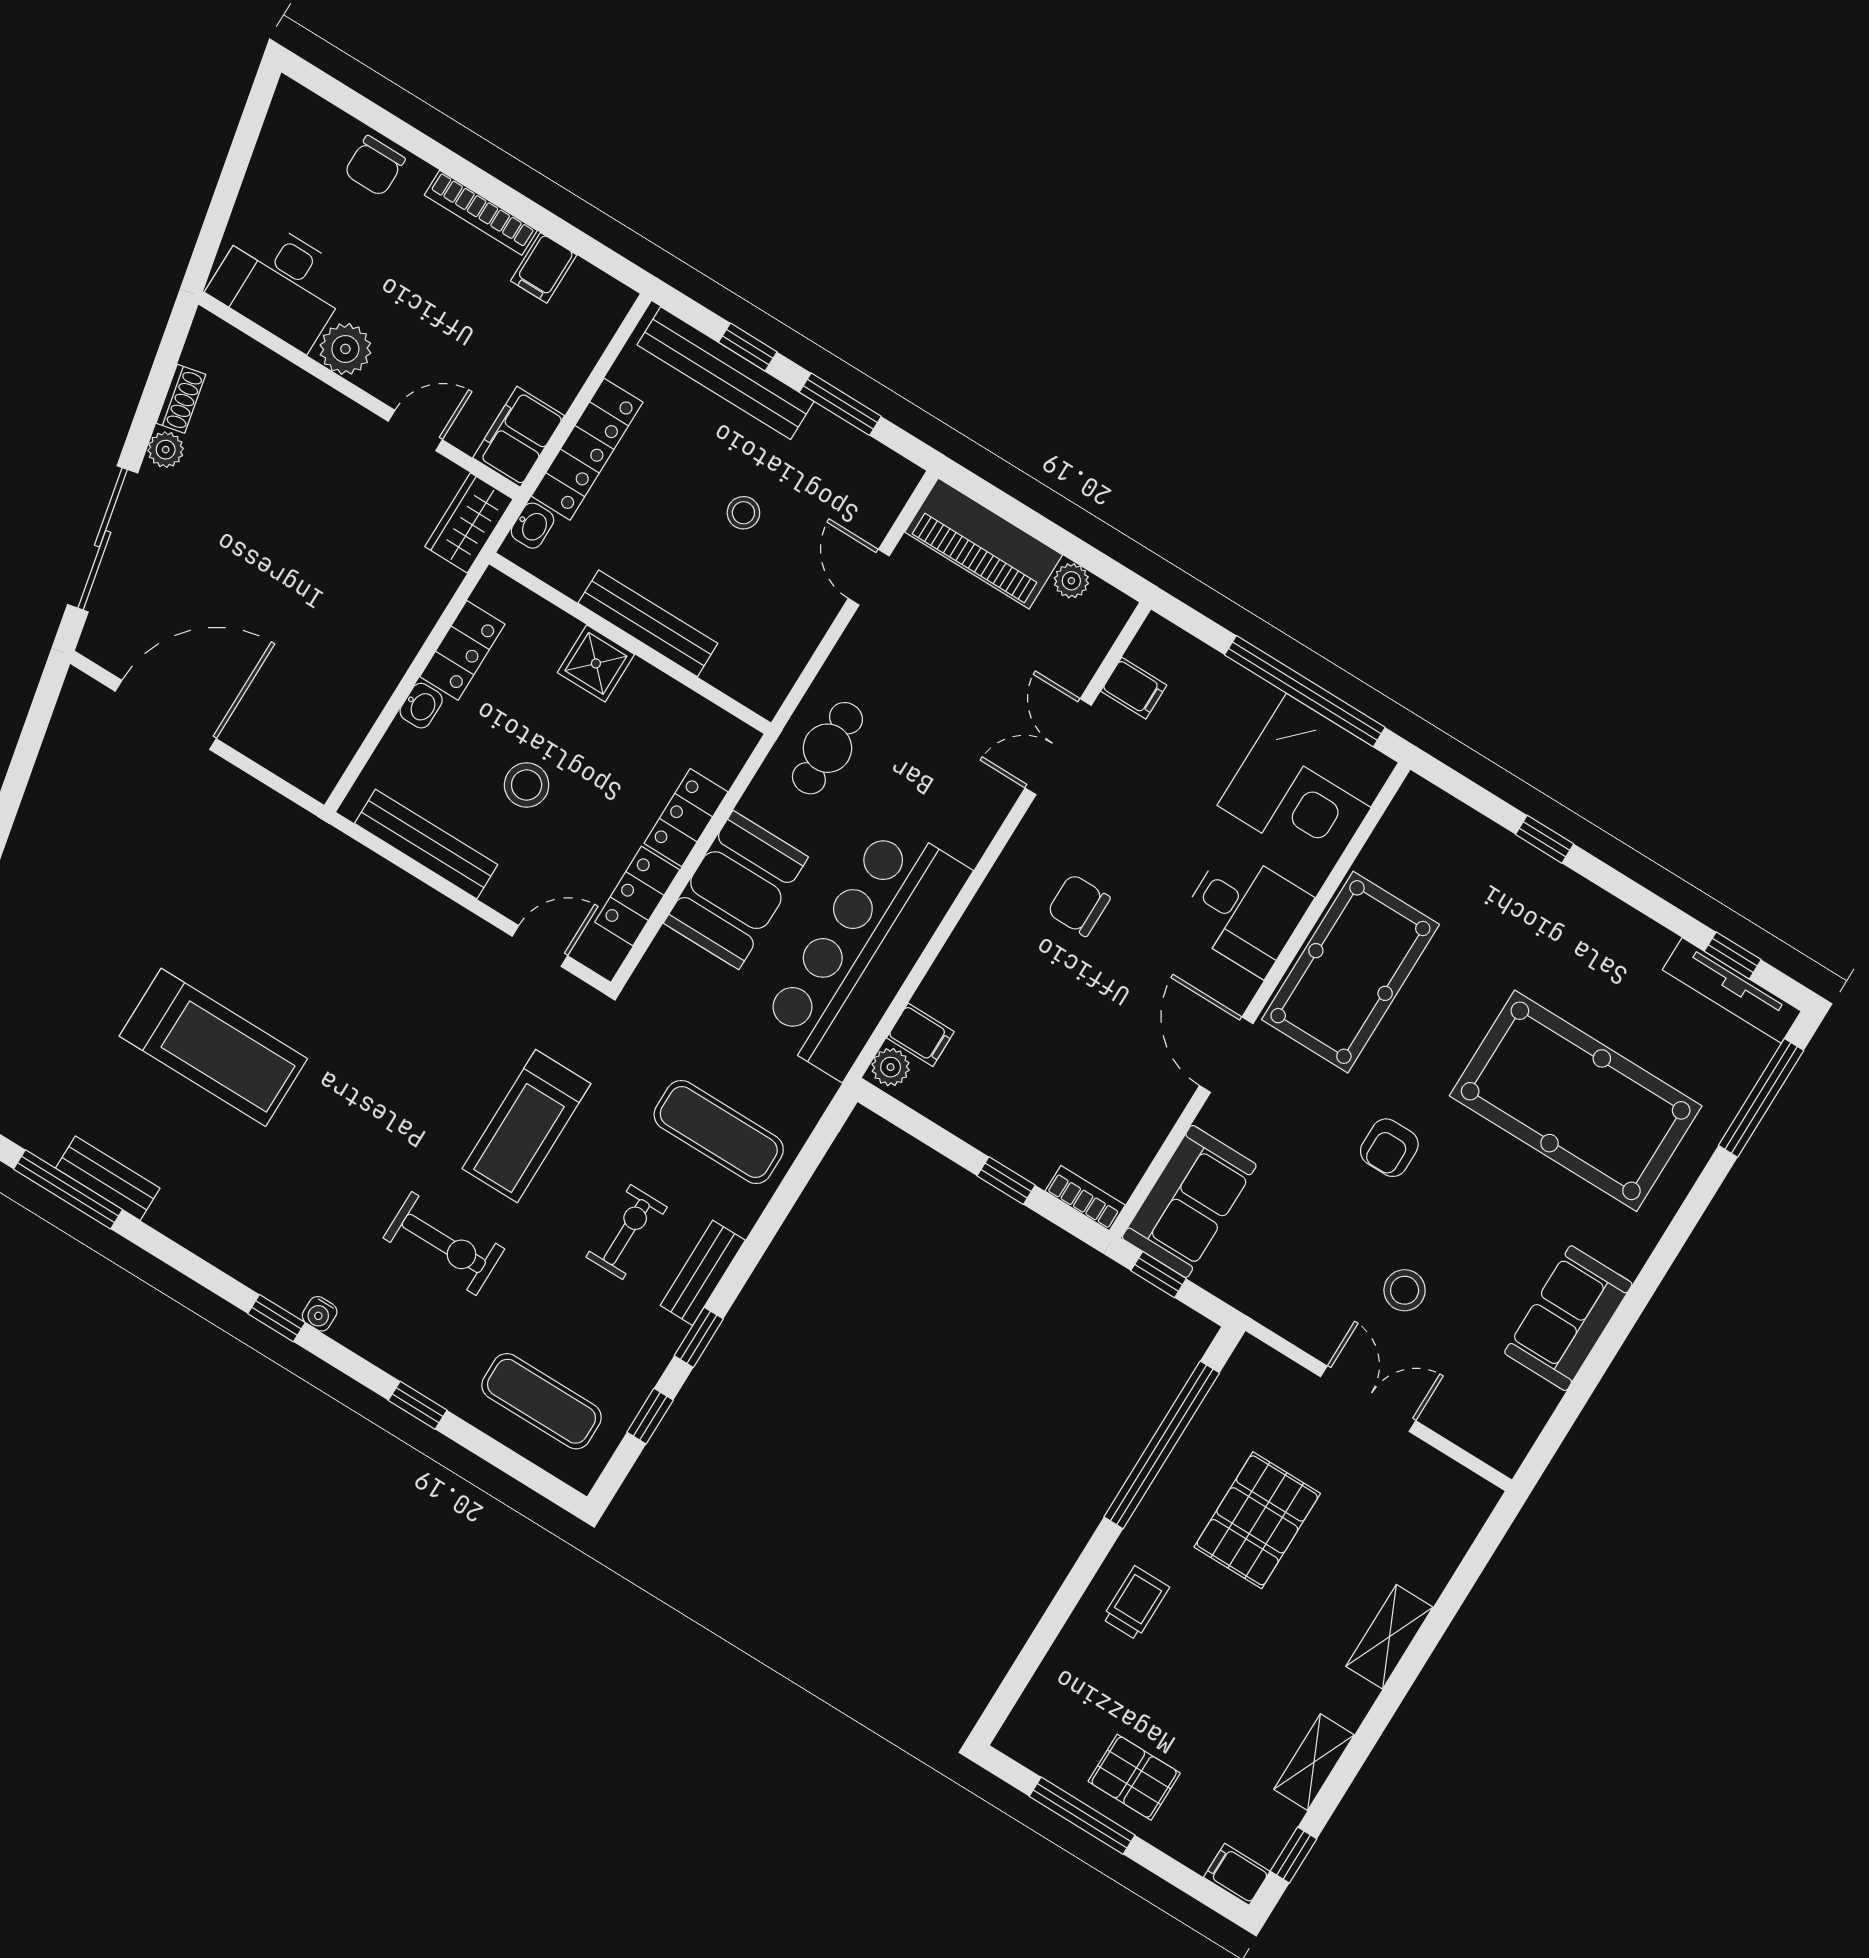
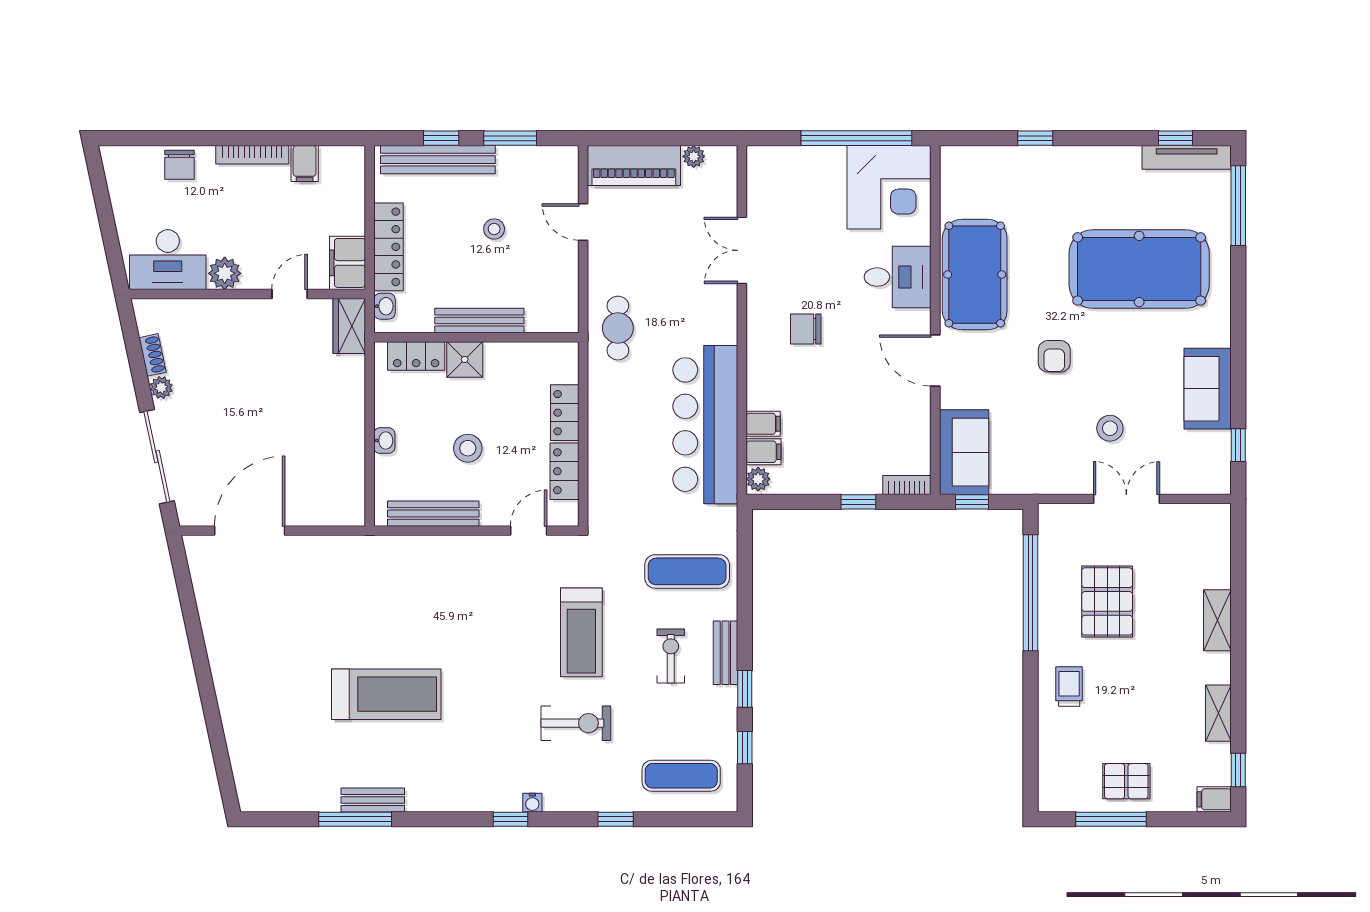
locker: (462, 650) -> (416, 356), moved, turned 90
filing cabinet: (1134, 688) -> (763, 424), moved
booth: (736, 890) -> (616, 435), removed
window: (1563, 1419) -> (1238, 445), added

